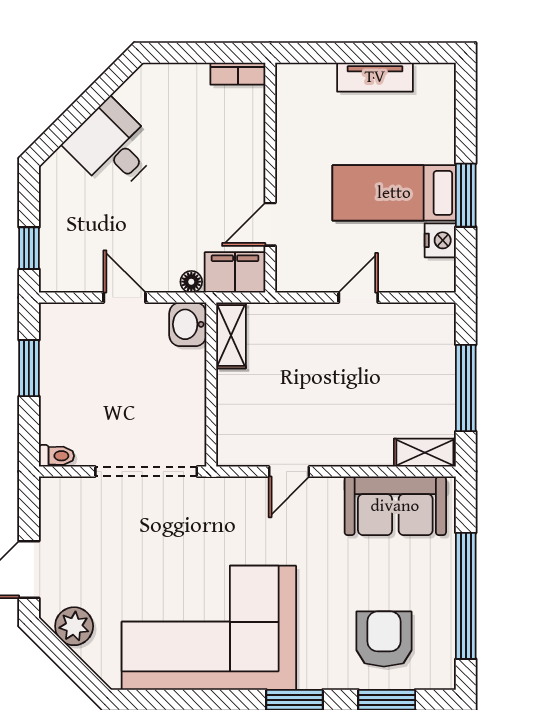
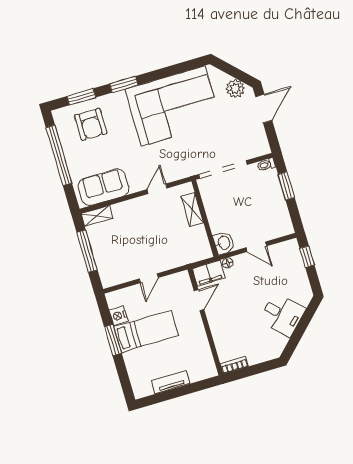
shelving: (231, 335) -> (192, 210), moved
window: (29, 368) -> (286, 186), moved

